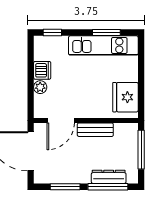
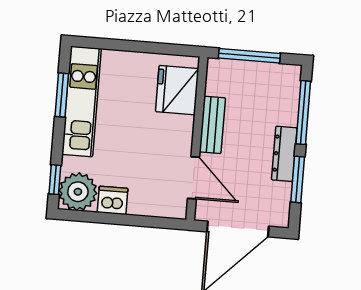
plant: (40, 87) -> (78, 192), moved, width x1.87, depth x1.87
fridge: (125, 97) -> (177, 90), moved, turned 90
dresser: (109, 177) -> (284, 154), moved

